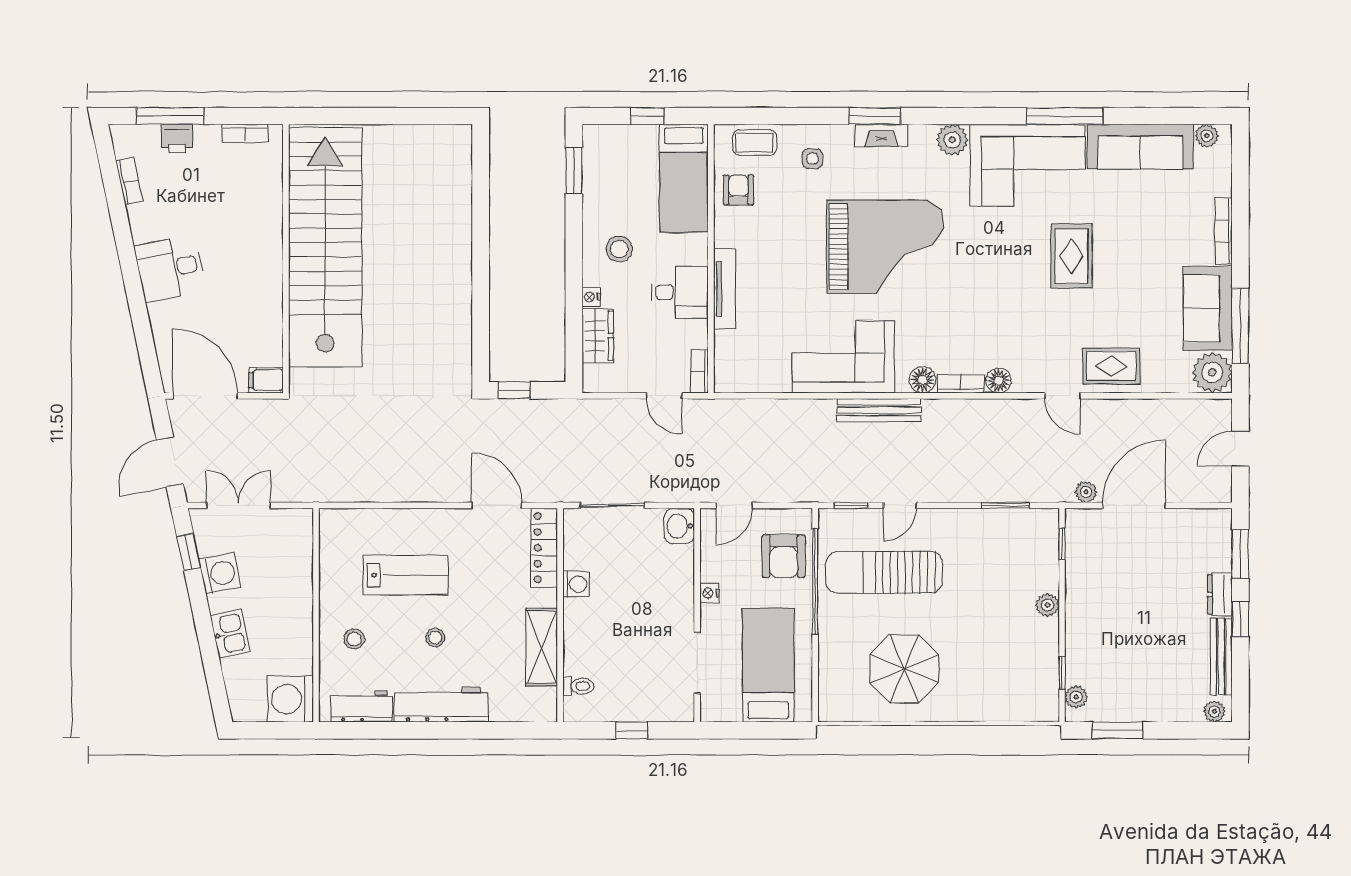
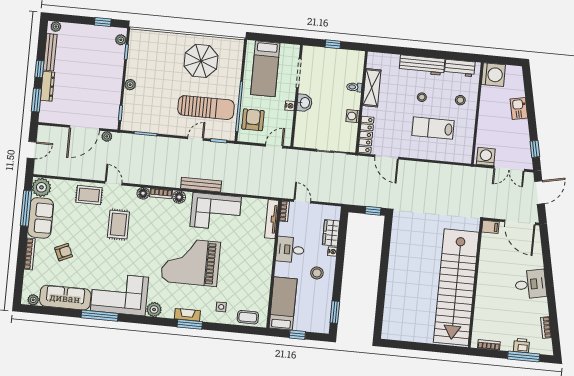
armchair: (738, 190) -> (64, 252), moved, turned -114
rug: (1071, 256) -> (118, 225), moved
tv unit: (725, 289) -> (272, 219), moved
washbasin: (679, 526) -> (304, 103), moved
washing machine: (220, 573) -> (486, 157), moved, turned 102
dresser: (1220, 594) -> (47, 86), width x1.44
toilet: (578, 686) -> (354, 87), moved
window: (1117, 730) -> (103, 22), width x0.67

